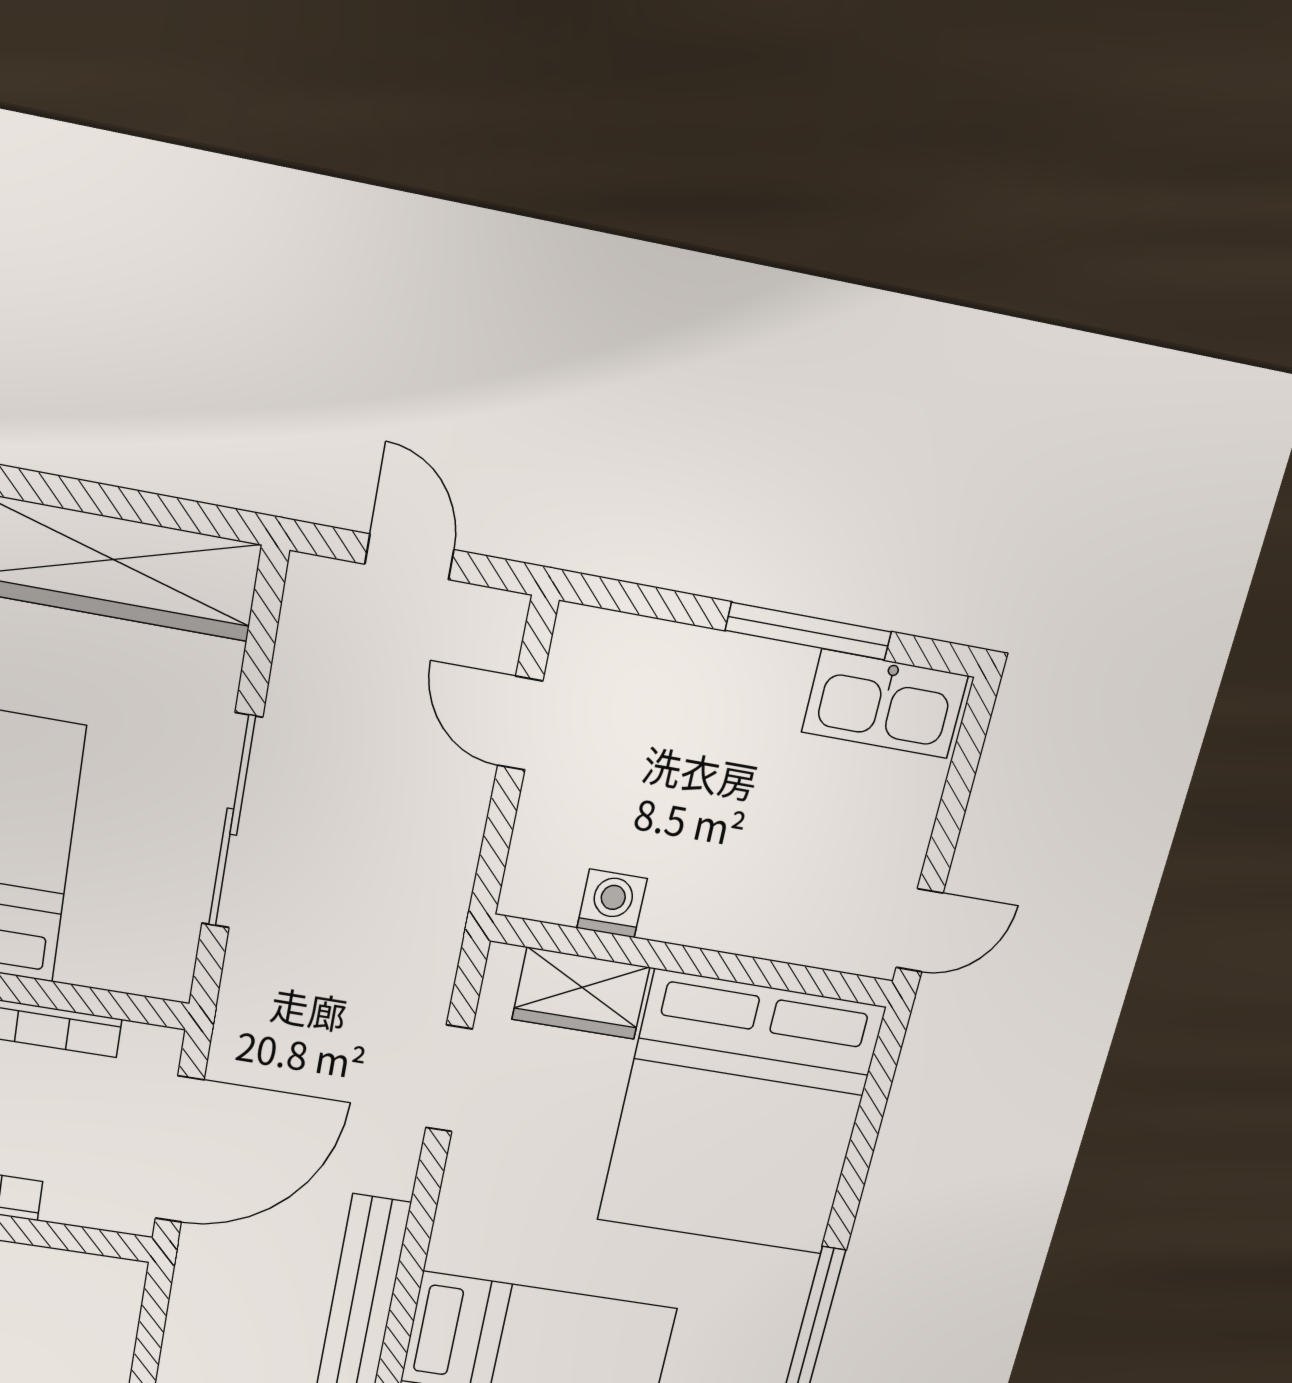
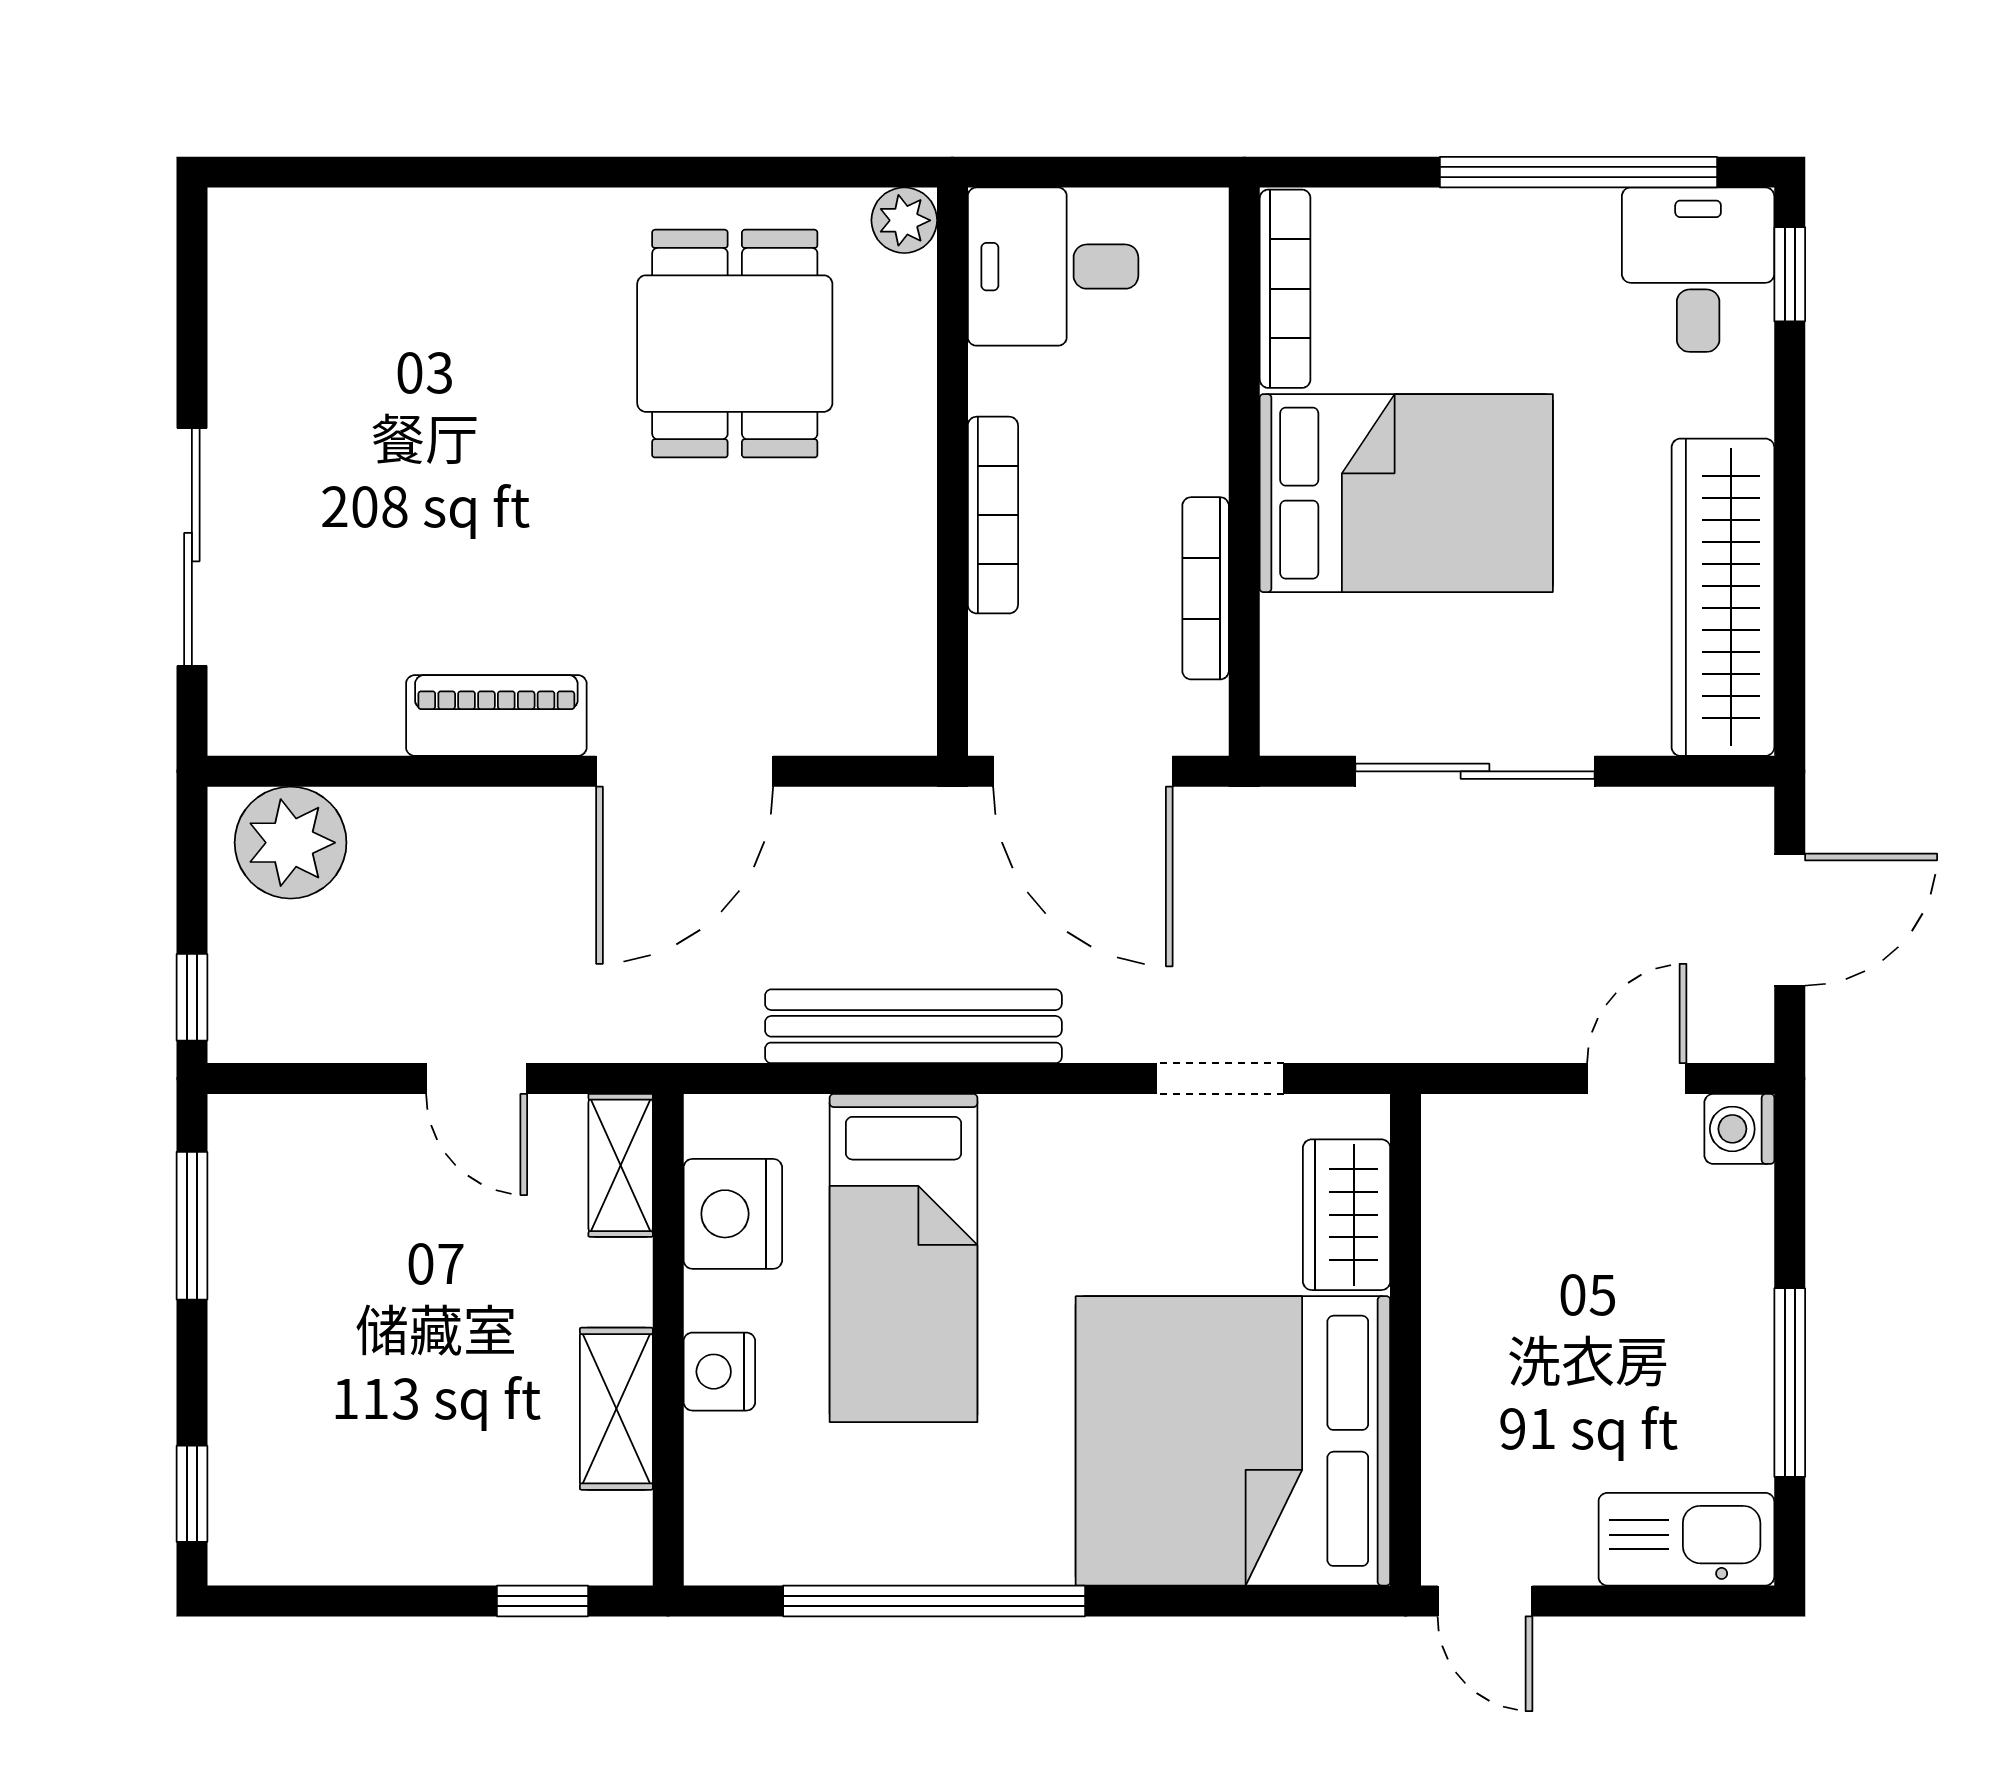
door: (409, 557) -> (1790, 920), width x1.38
kitchen sink: (885, 704) -> (1686, 1539), moved, turned 90
washing machine: (612, 903) -> (1739, 1129), moved, turned 180

